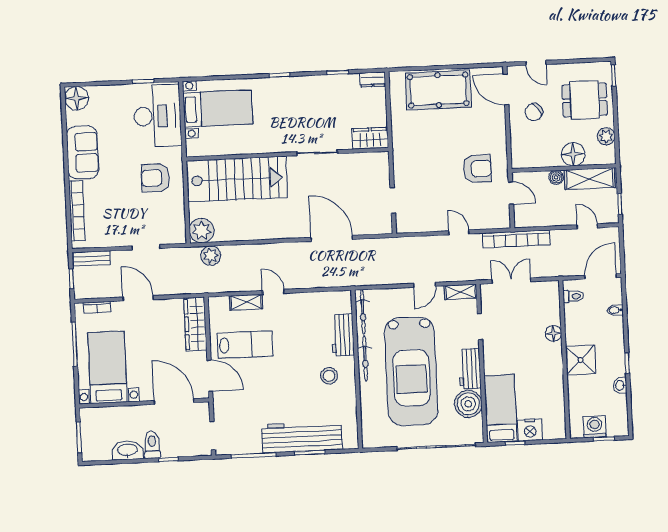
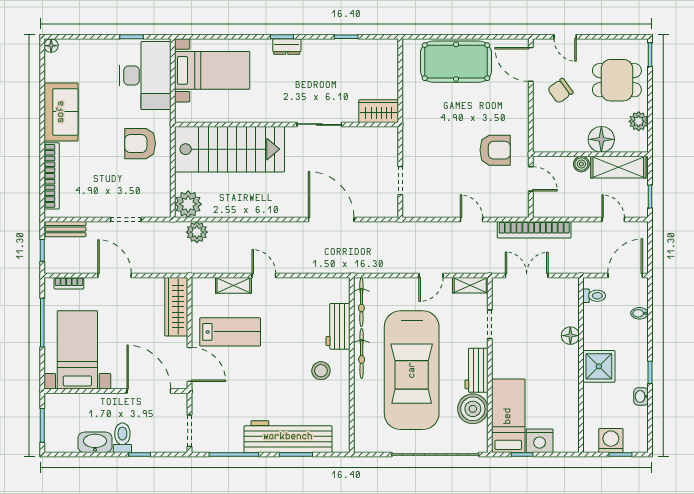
dresser: (372, 79) -> (287, 47), moved
floor lamp: (77, 98) -> (51, 46), width x0.53, depth x0.53

